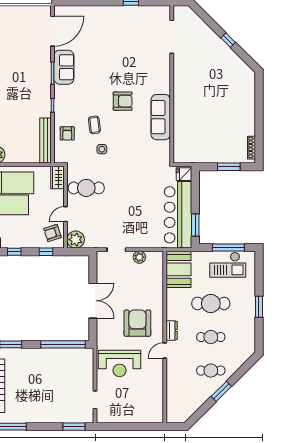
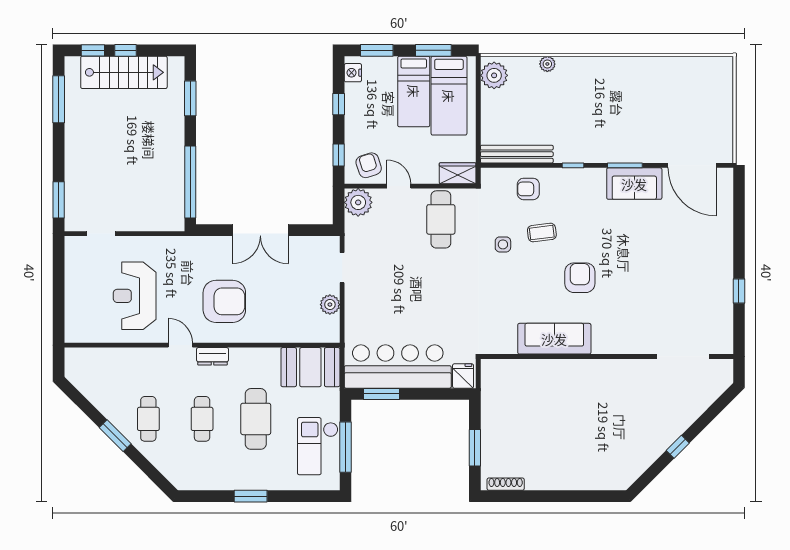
armchair: (123, 101) -> (580, 278), turned 180
reception desk: (120, 363) -> (135, 296), moved

